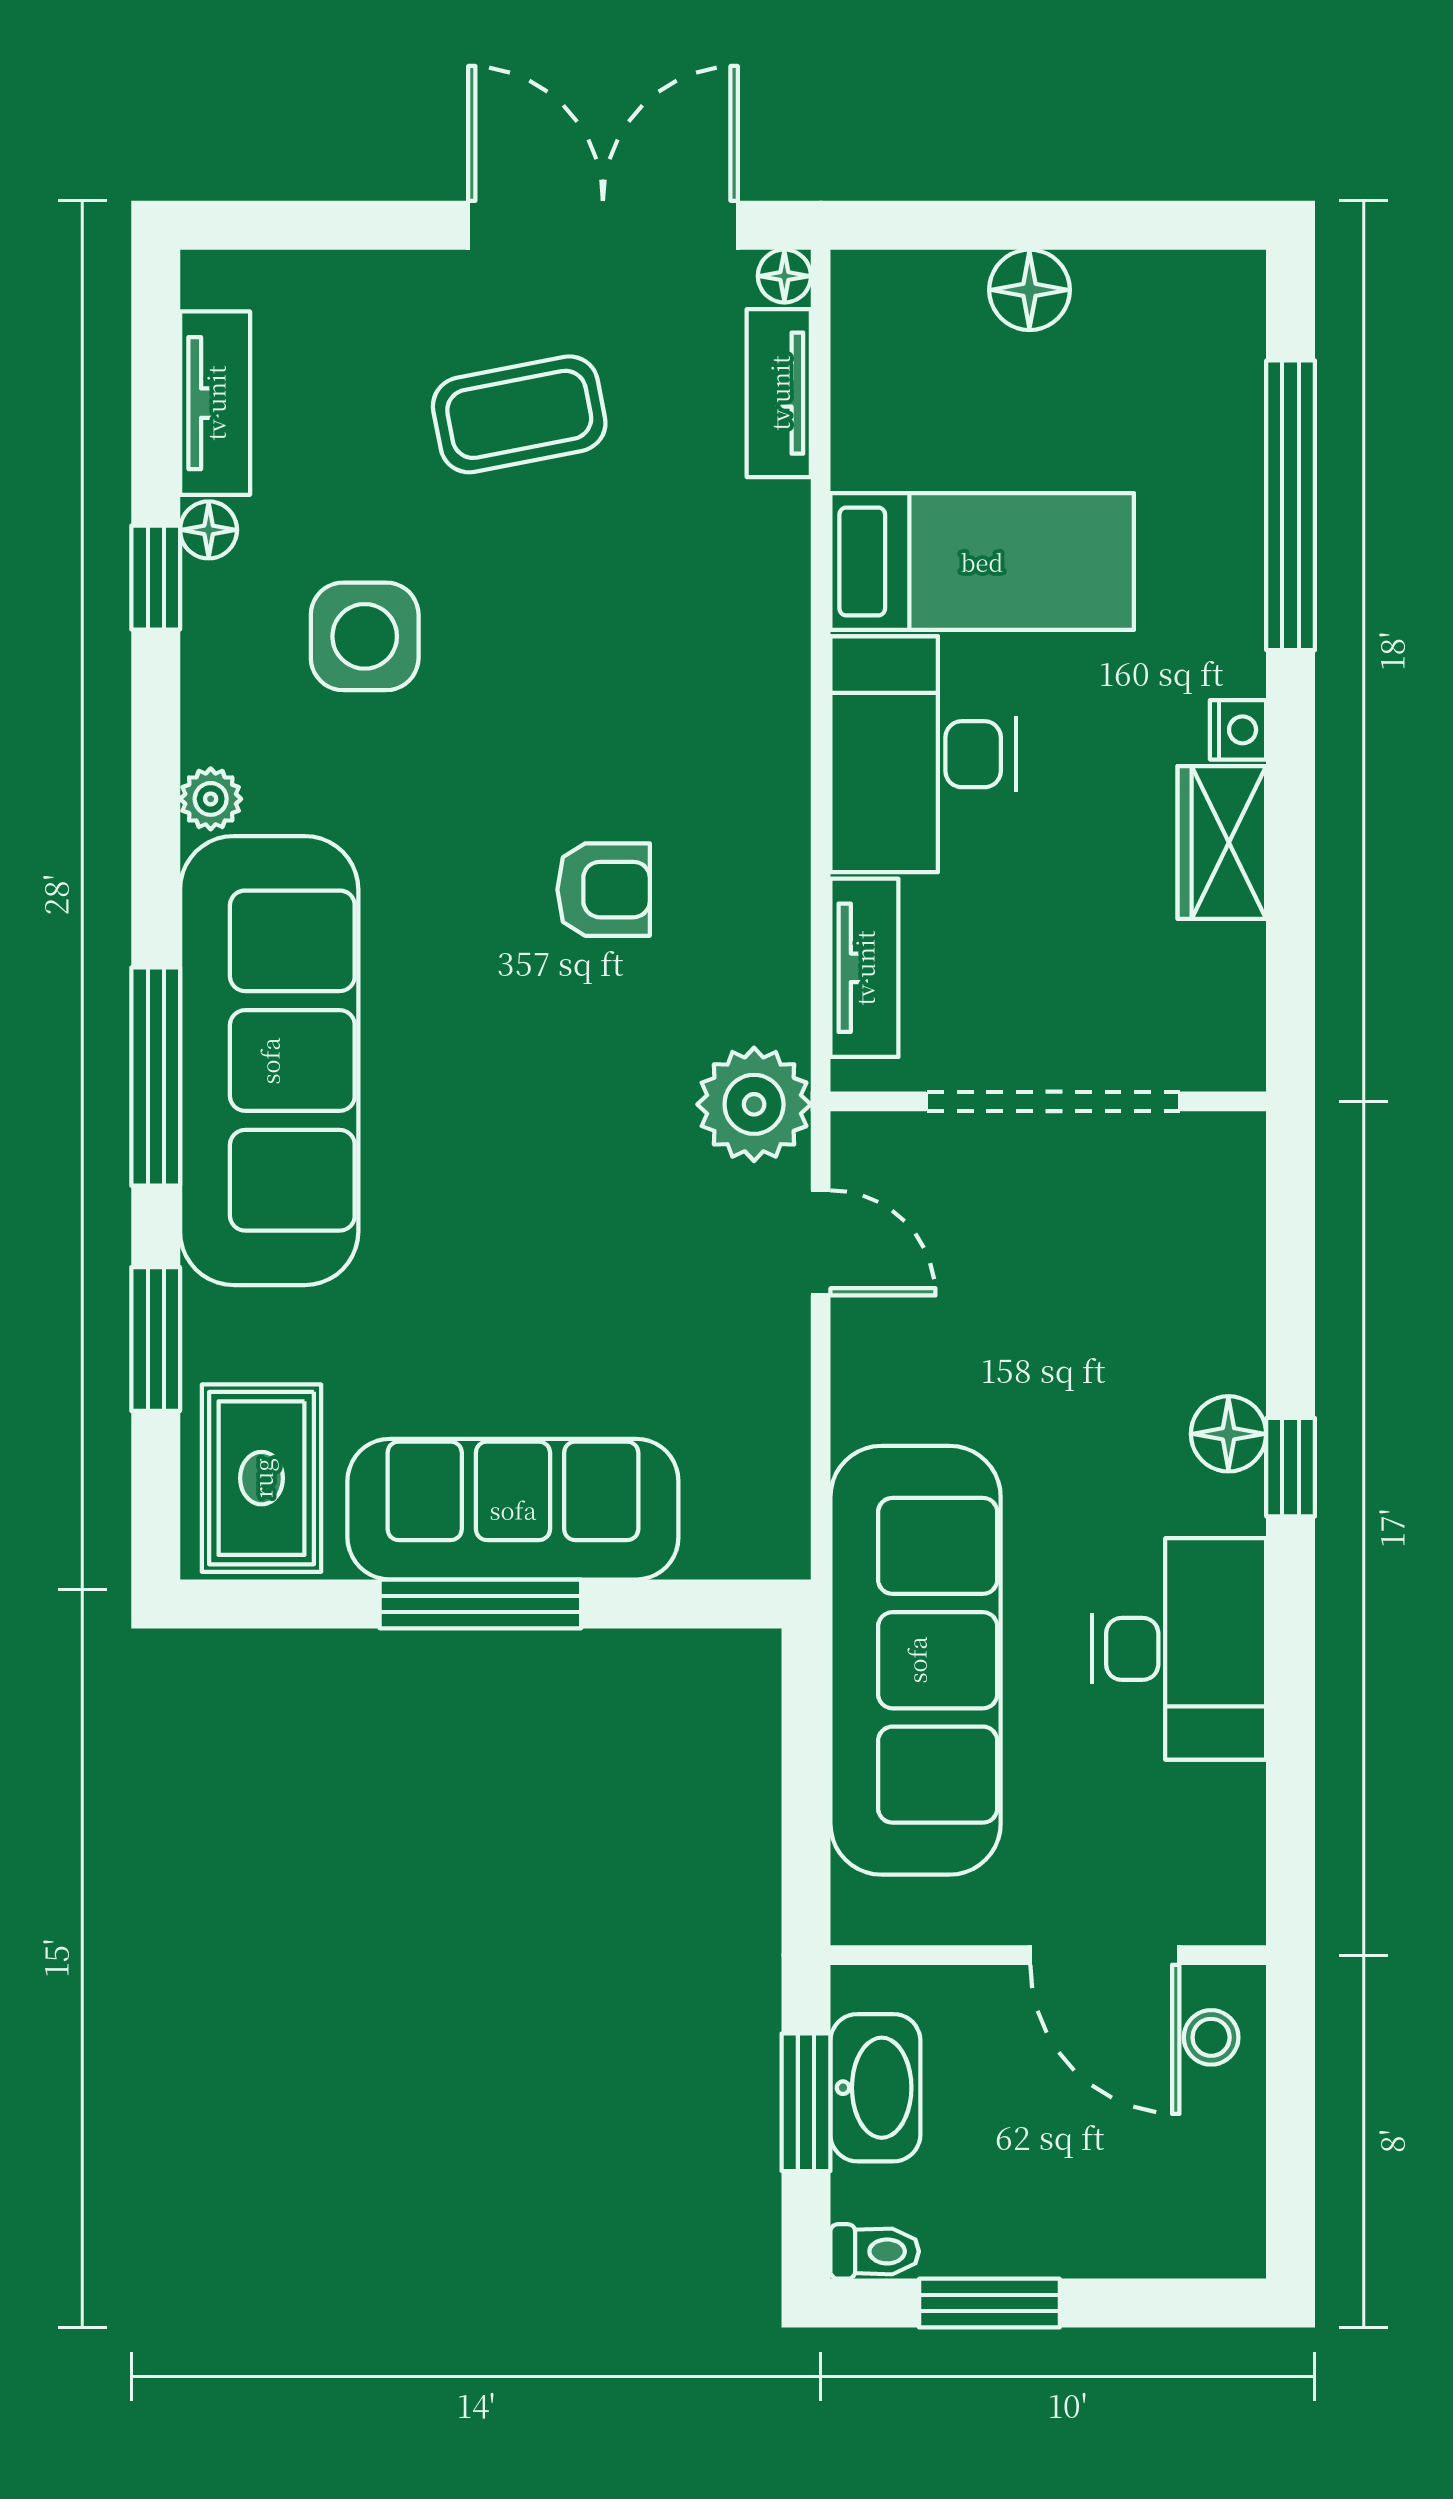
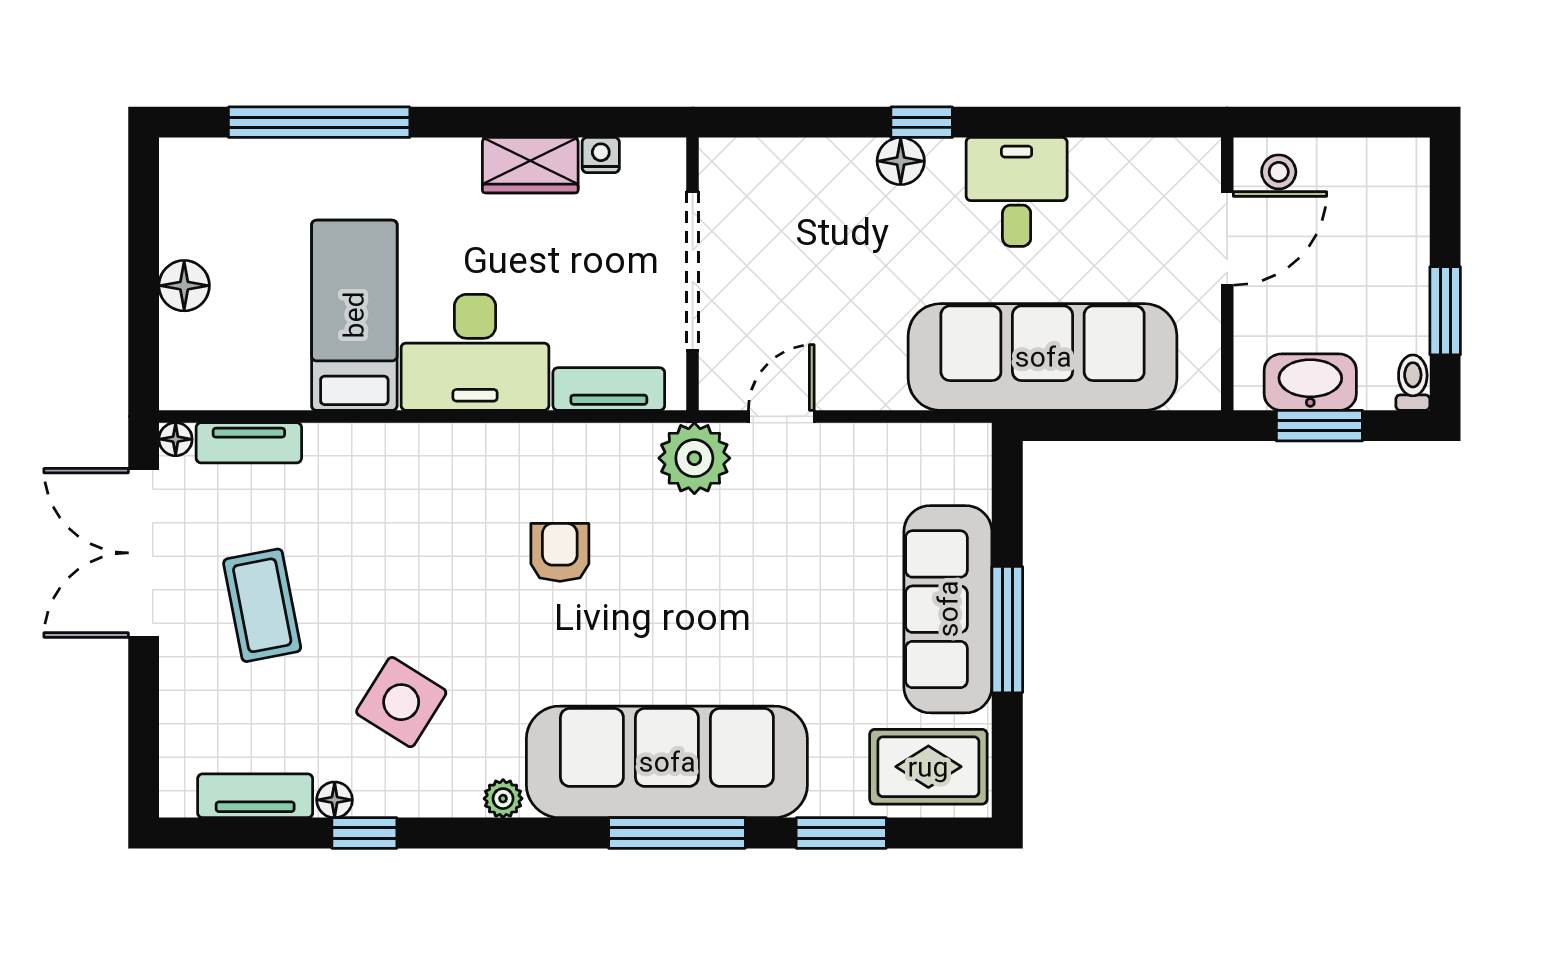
side table: (365, 636) -> (401, 702), turned 32
nightstand: (1238, 730) -> (601, 155), moved
desk: (1179, 1649) -> (1017, 192), width x0.73

